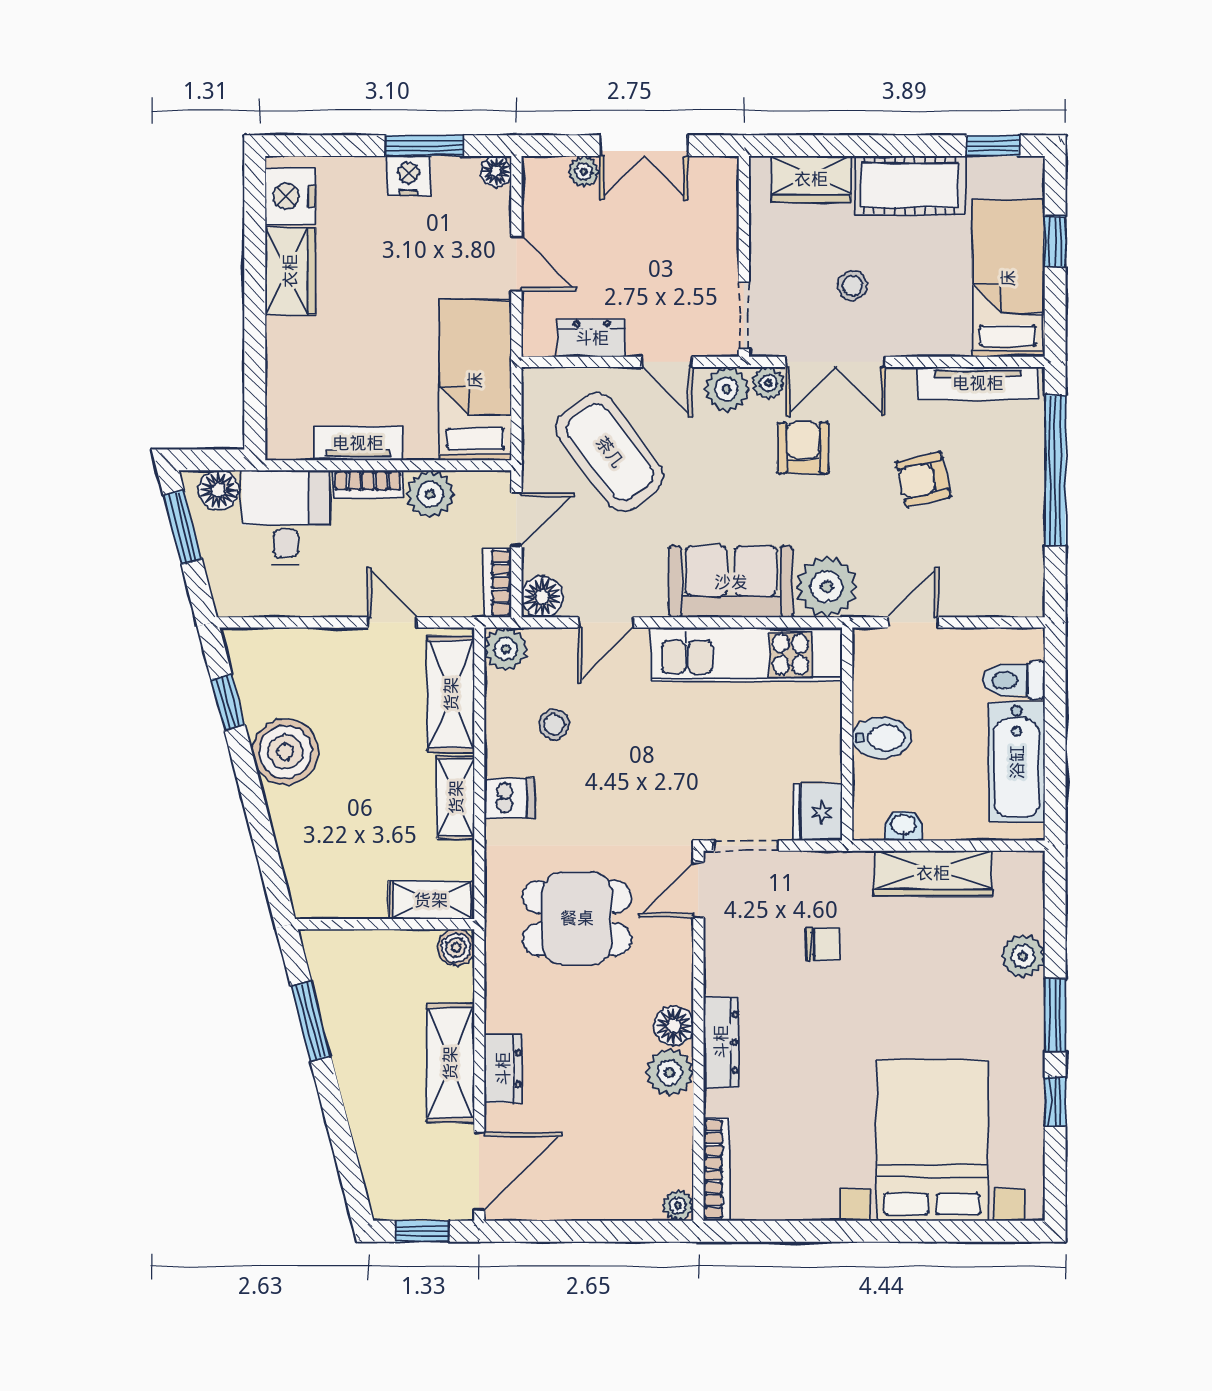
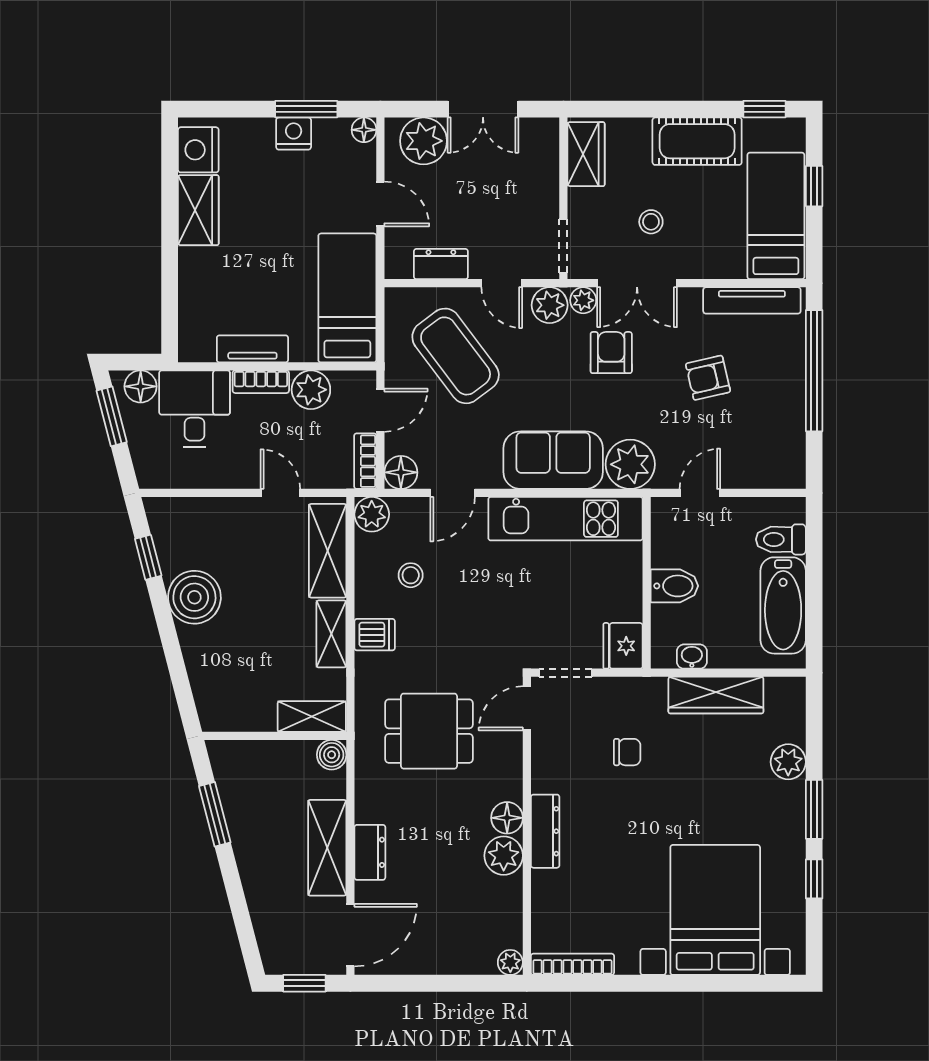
plant: (584, 172) -> (423, 141), width x1.88, depth x1.88
wardrobe: (811, 179) -> (586, 154), moved, turned -90
bookcase: (717, 1169) -> (572, 964), moved, turned -90

